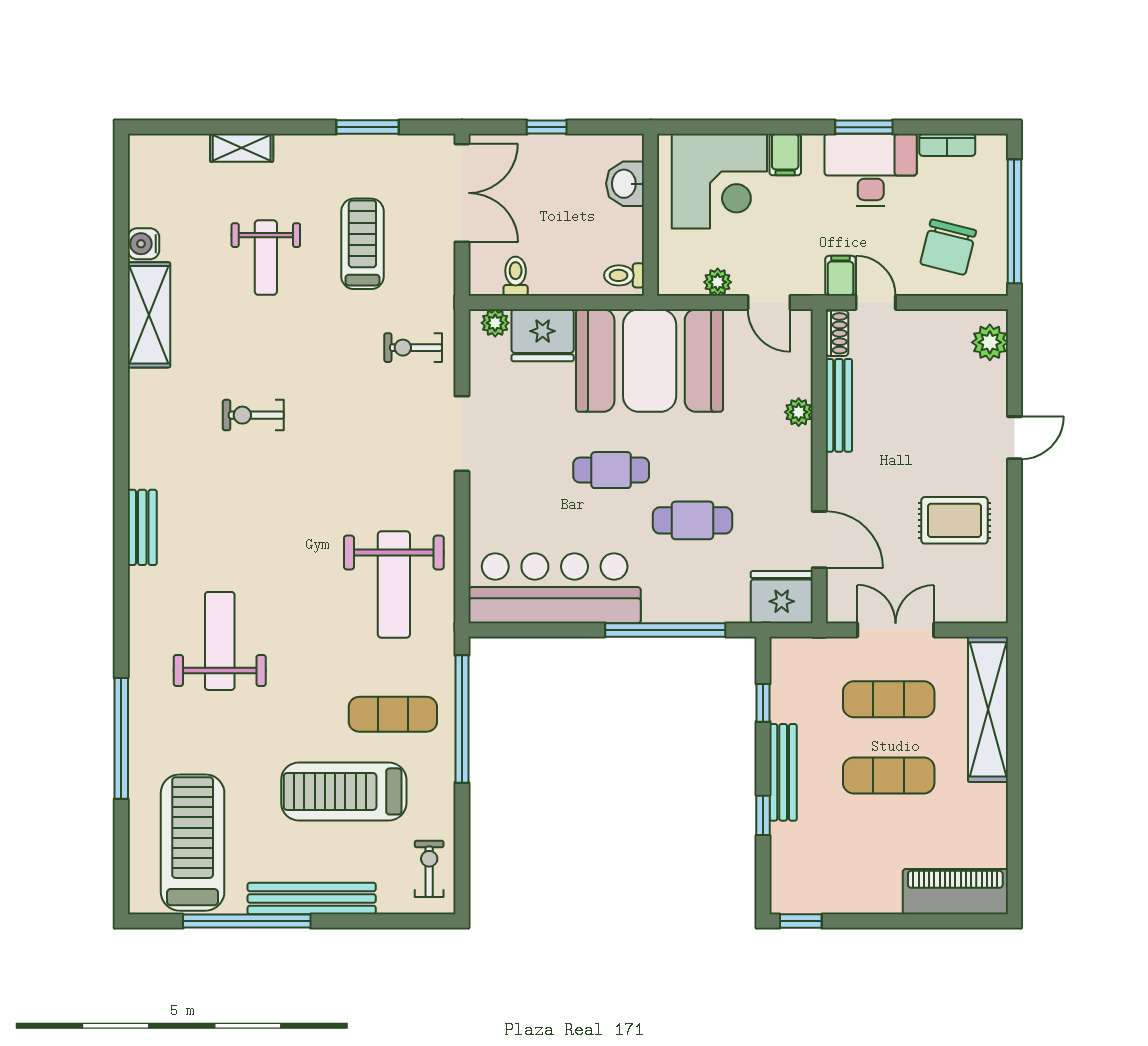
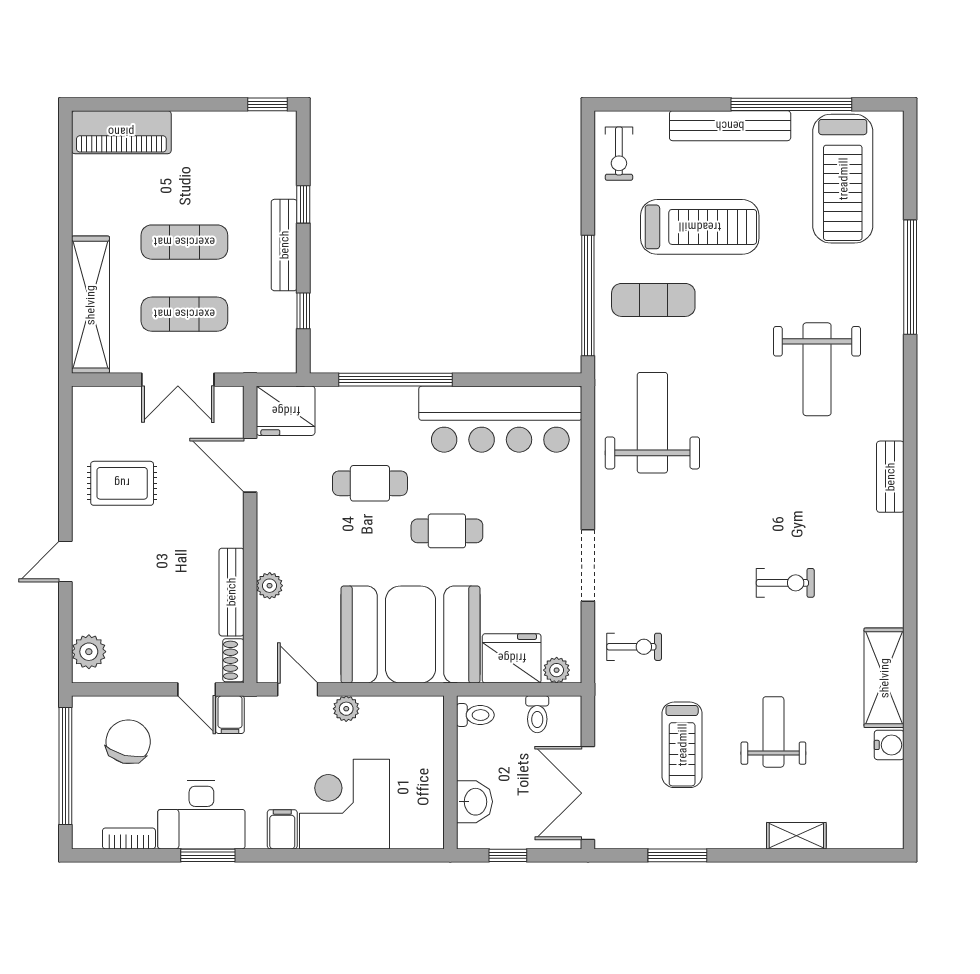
washbasin: (625, 184) -> (474, 802), moved
wall: (651, 215) -> (450, 772), moved
toilet: (624, 275) -> (475, 715), moved

